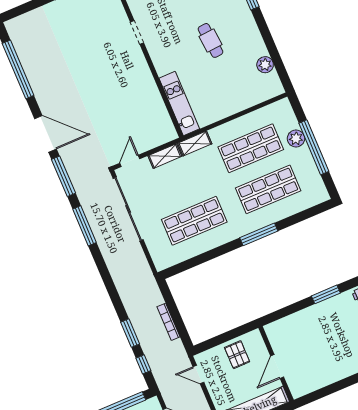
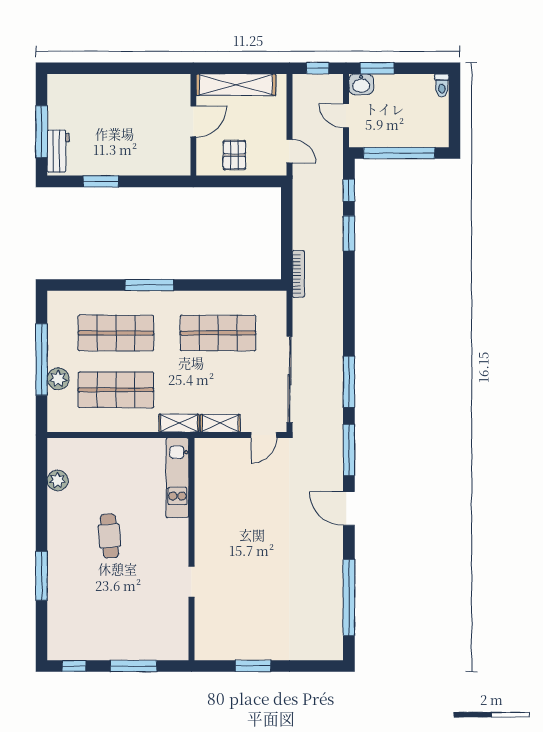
door: (45, 134) -> (349, 509), width x0.73
bookcase: (168, 322) -> (298, 274), moved

